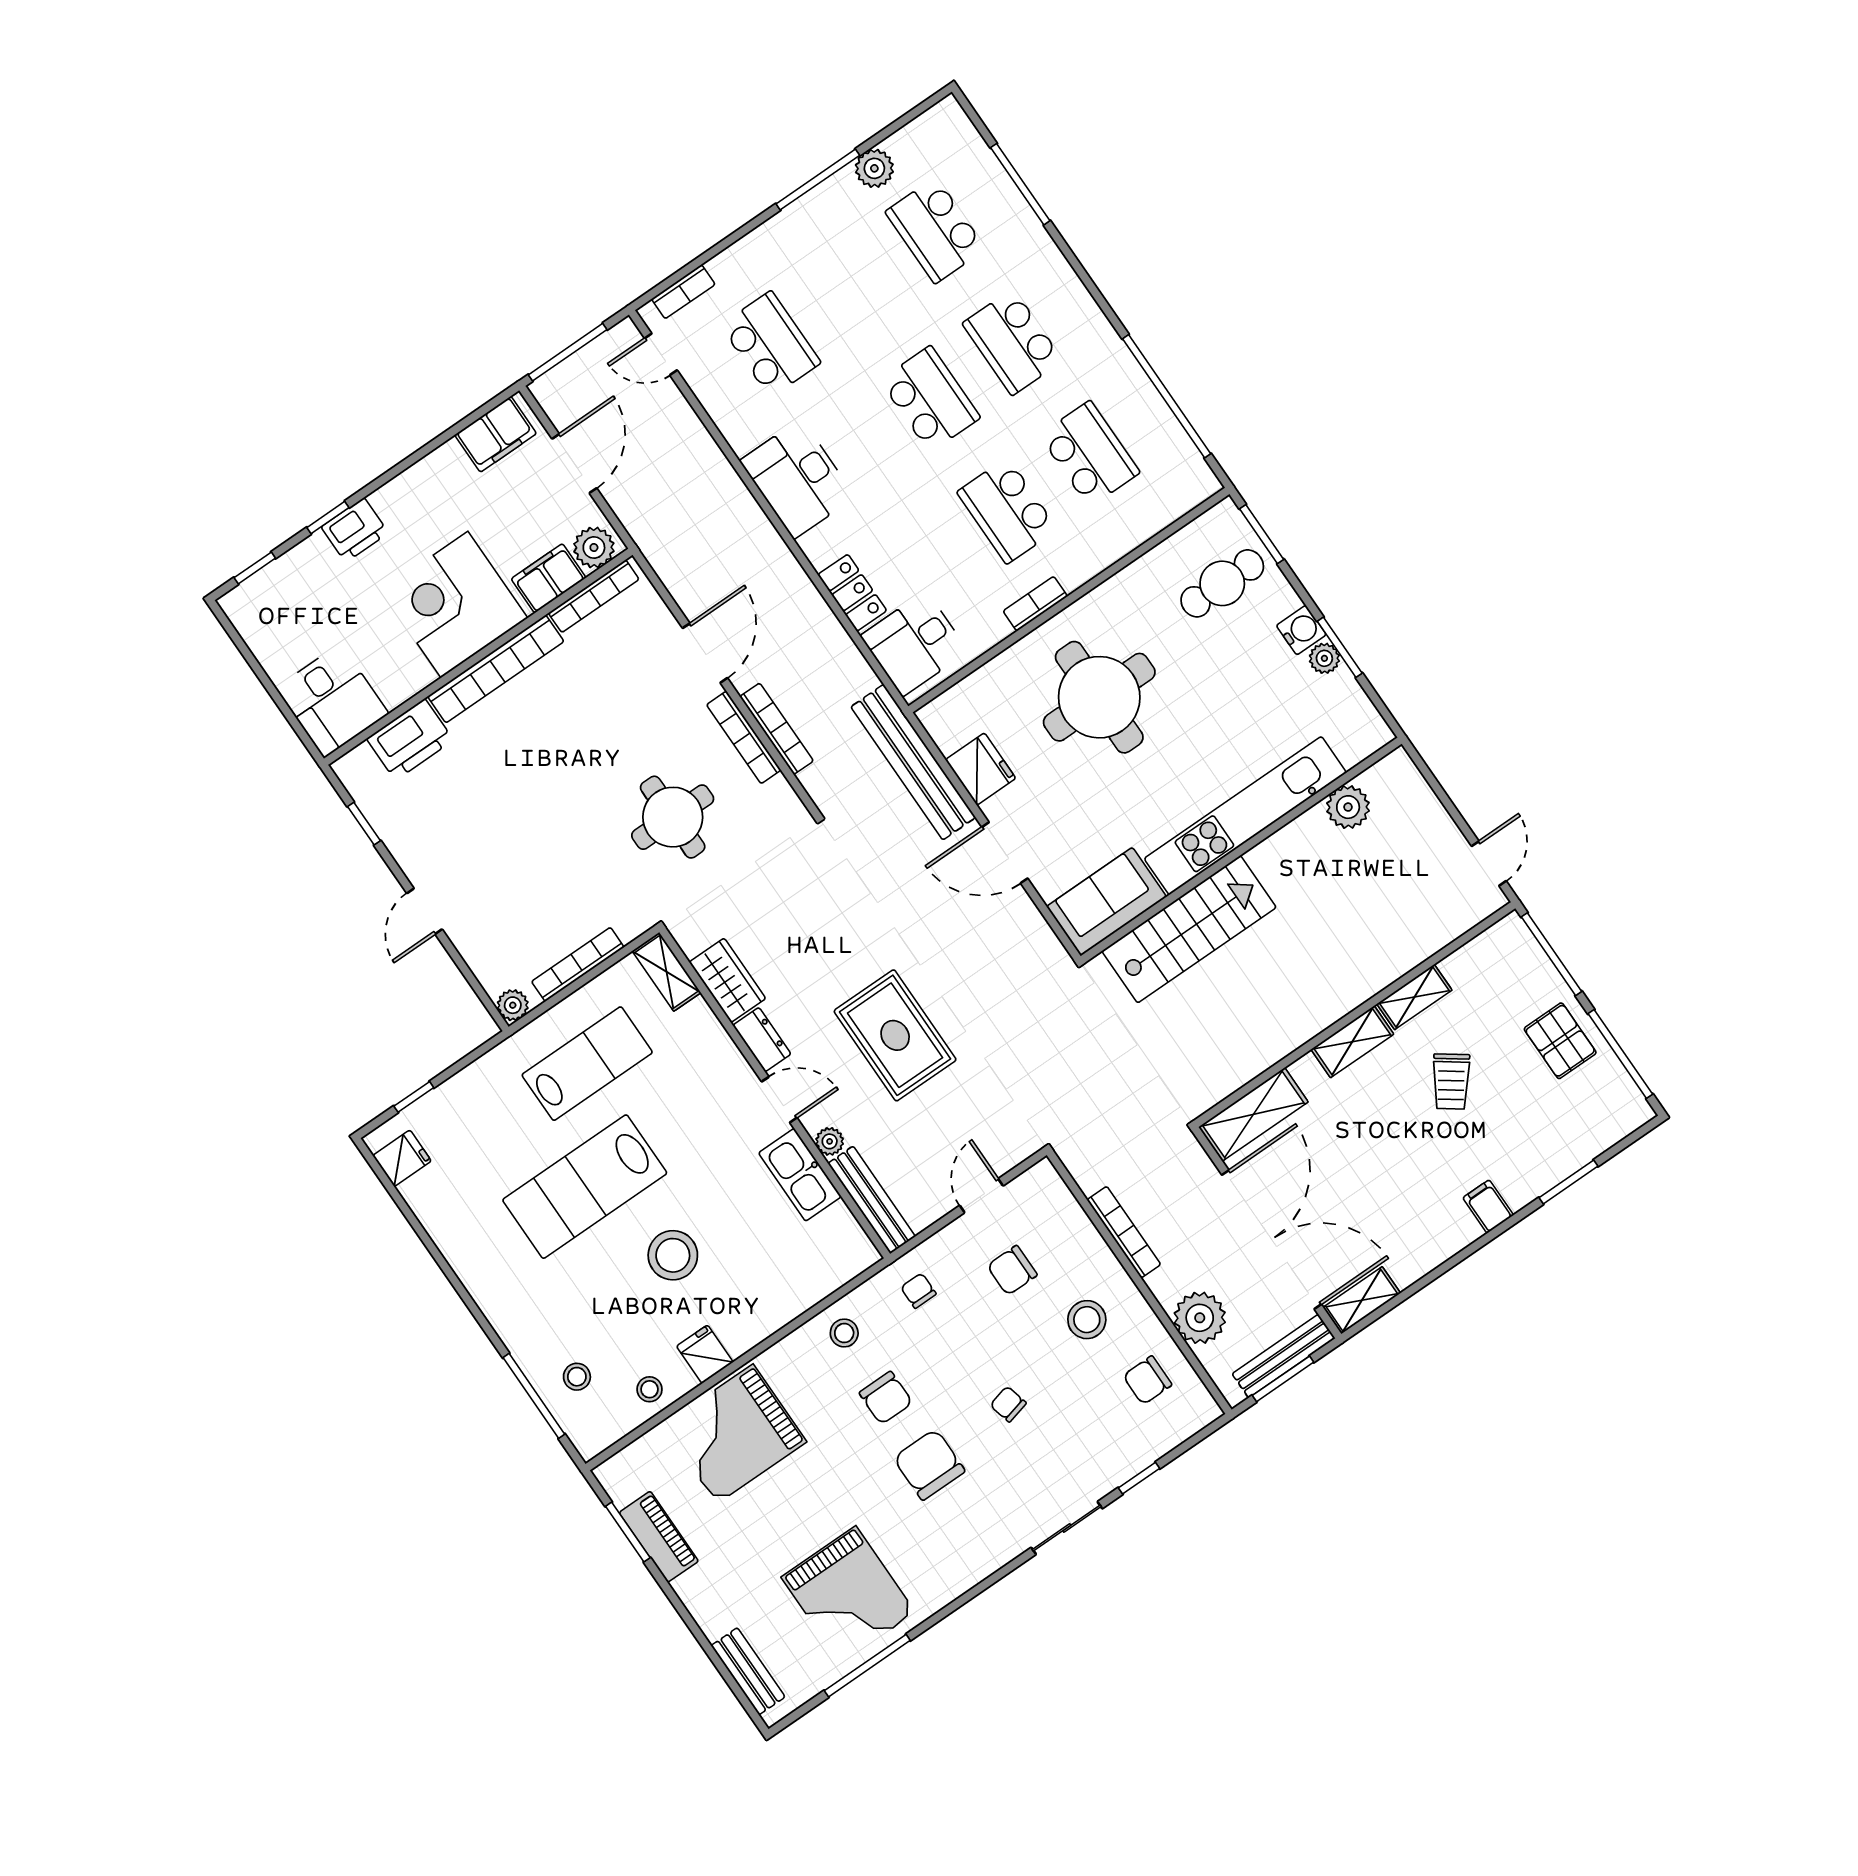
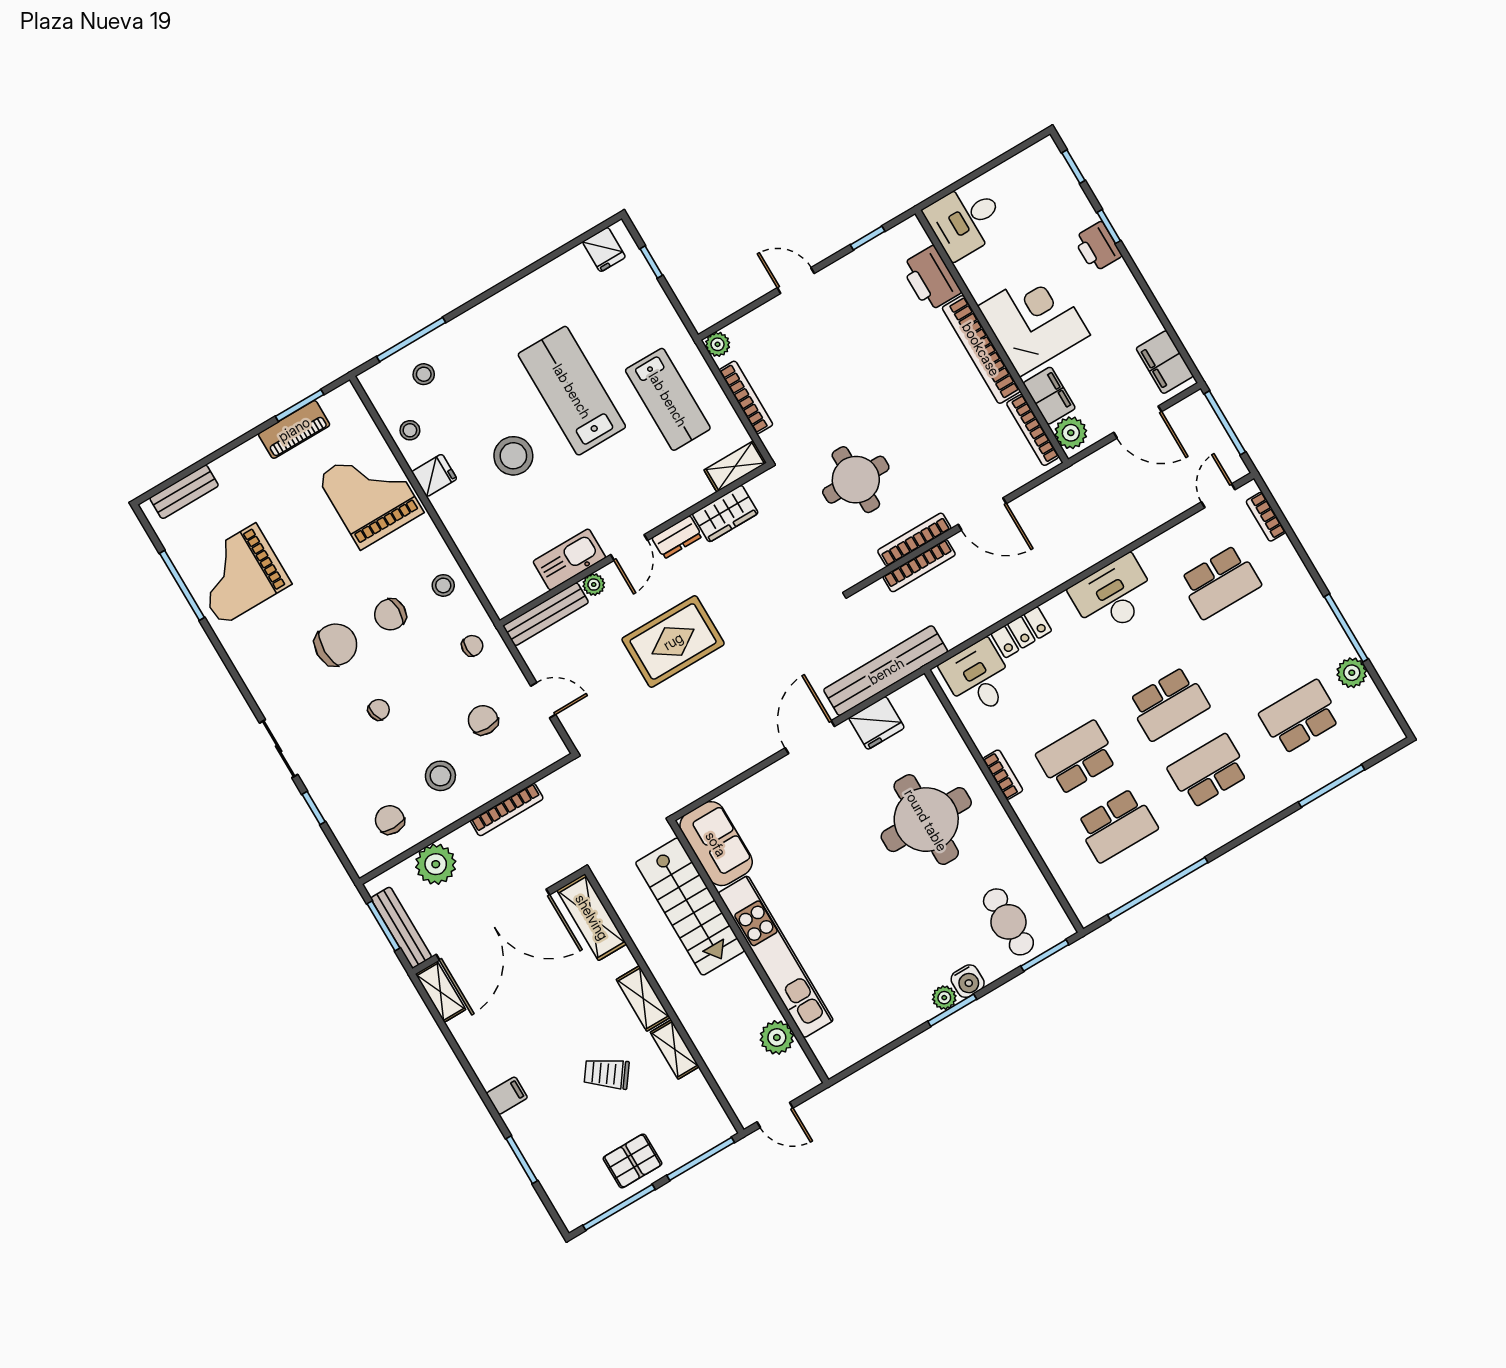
plant: (1348, 807) -> (777, 1037), moved
kitchen unit: (1245, 816) -> (776, 957), moved
wall: (1241, 850) -> (749, 952), moved
sofa: (1107, 902) -> (716, 844), moved
stairs: (1189, 929) -> (690, 907), moved

